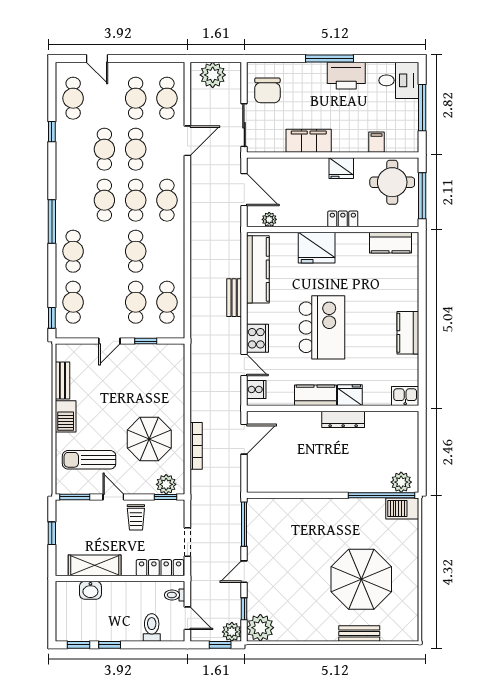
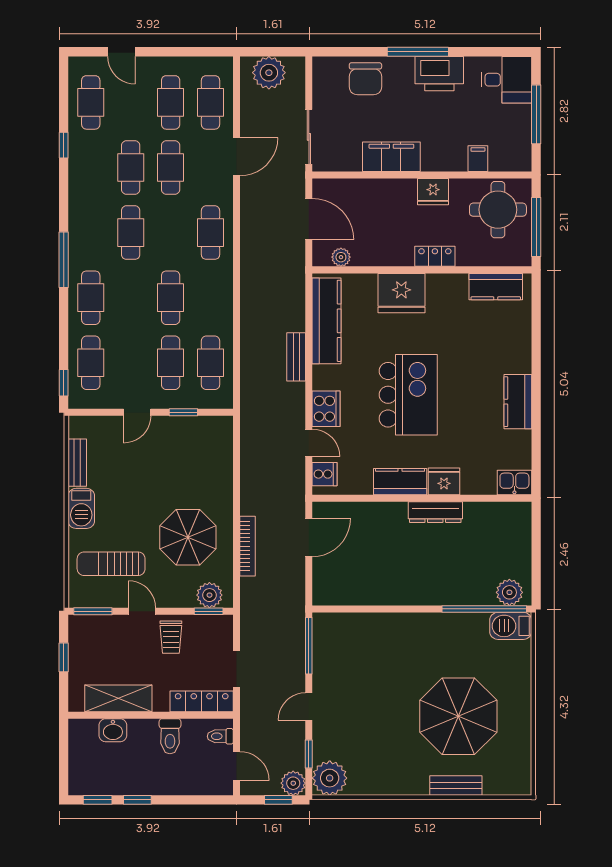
chair: (267, 90) -> (365, 79), moved
cafe table: (136, 200) -> (171, 233), removed
toilet: (152, 627) -> (170, 736), moved, turned 180

